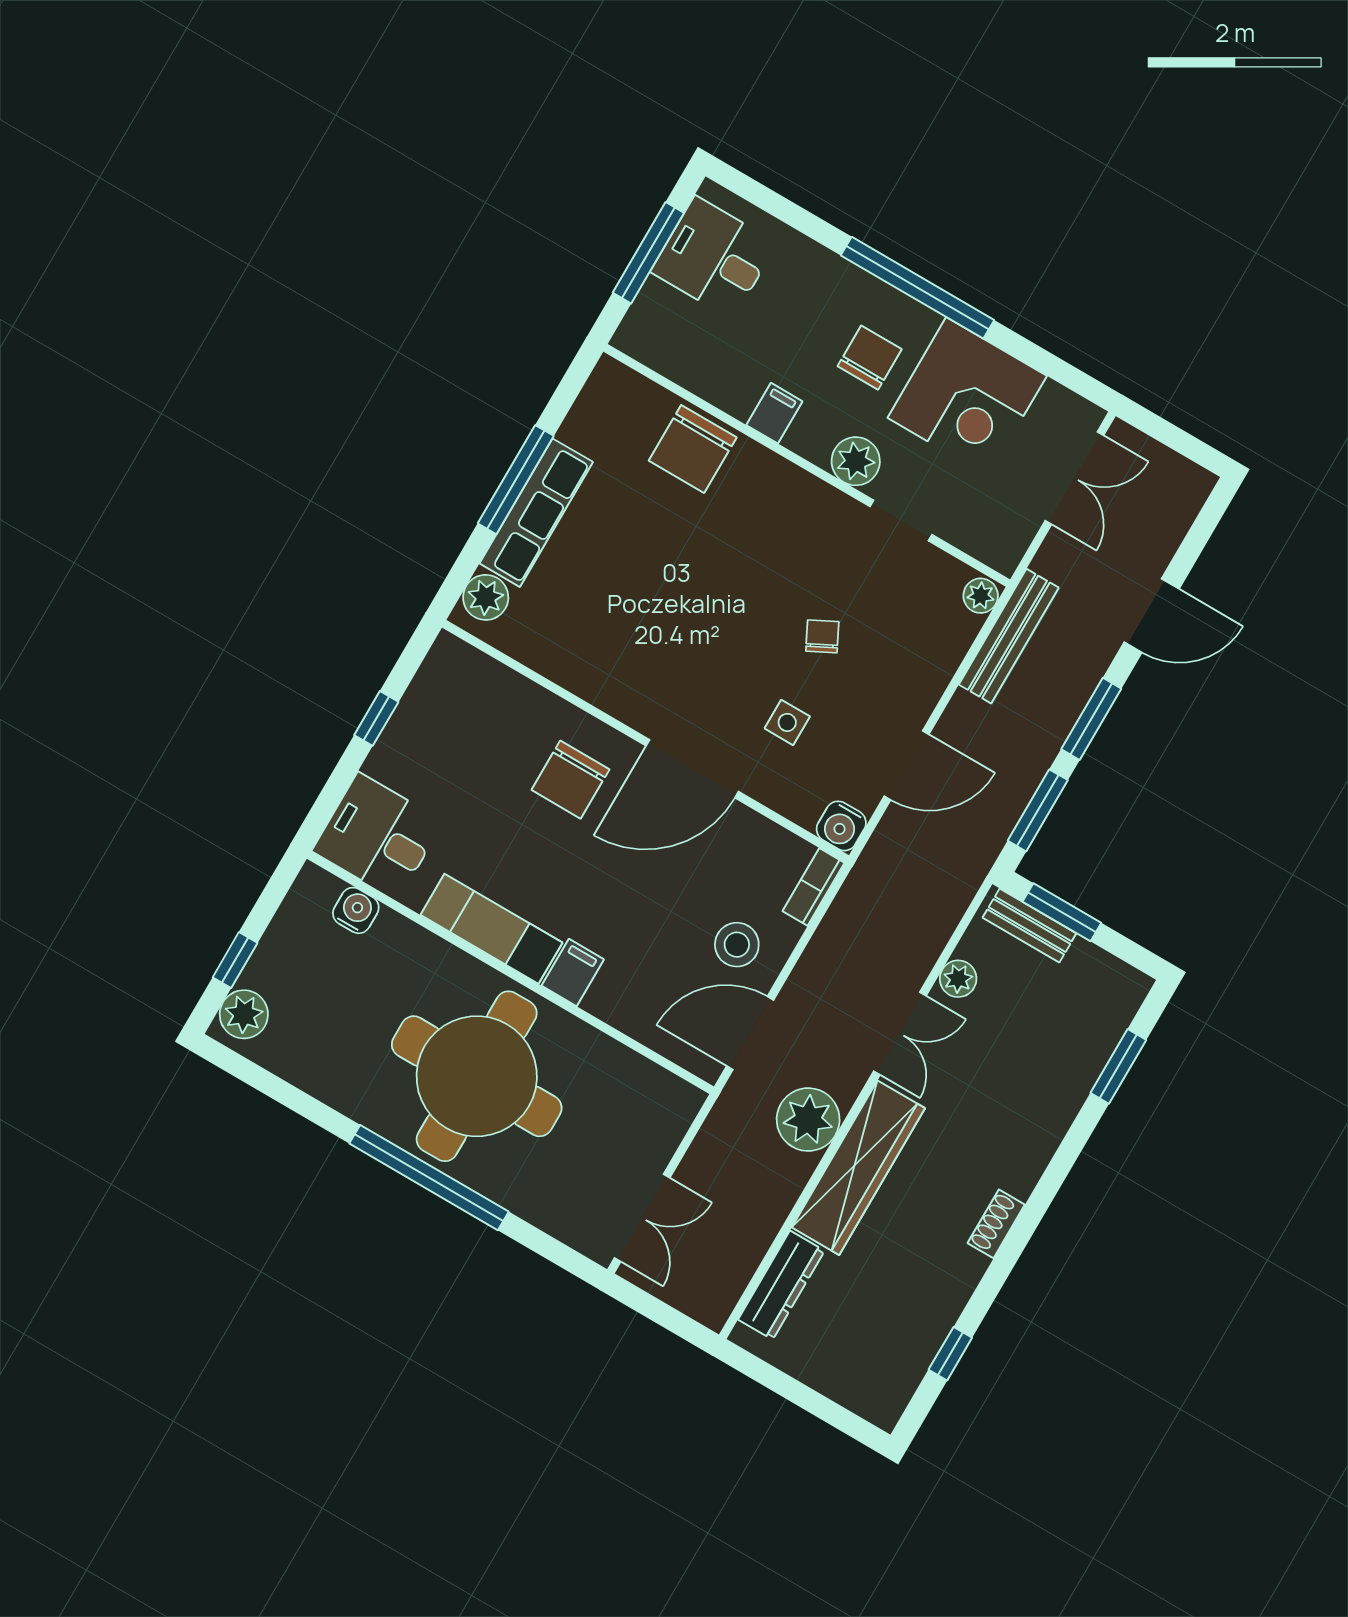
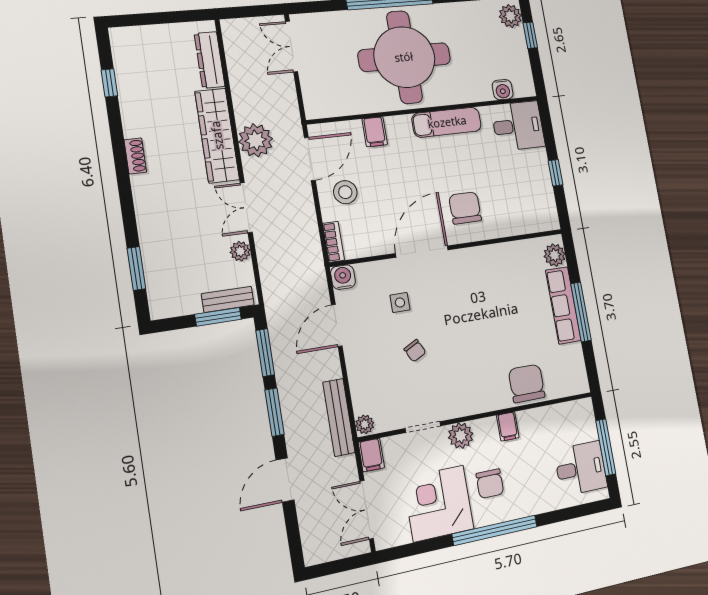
filing cabinet: (1006, 546) -> (371, 455), added
filing cabinet: (573, 973) -> (375, 132), moved

